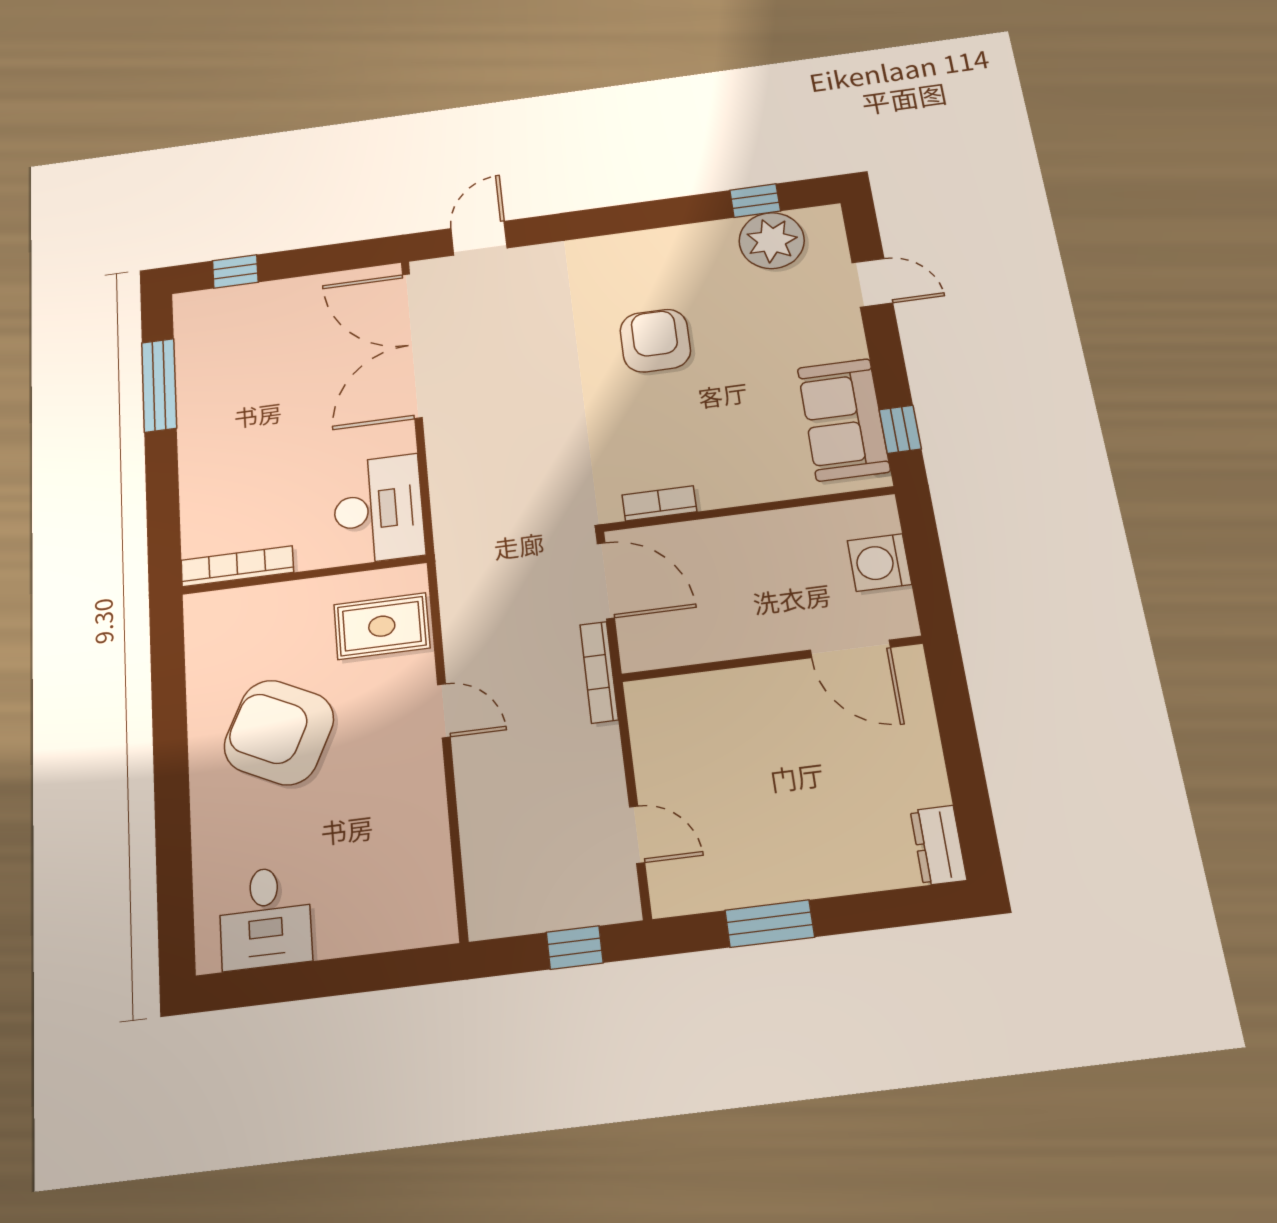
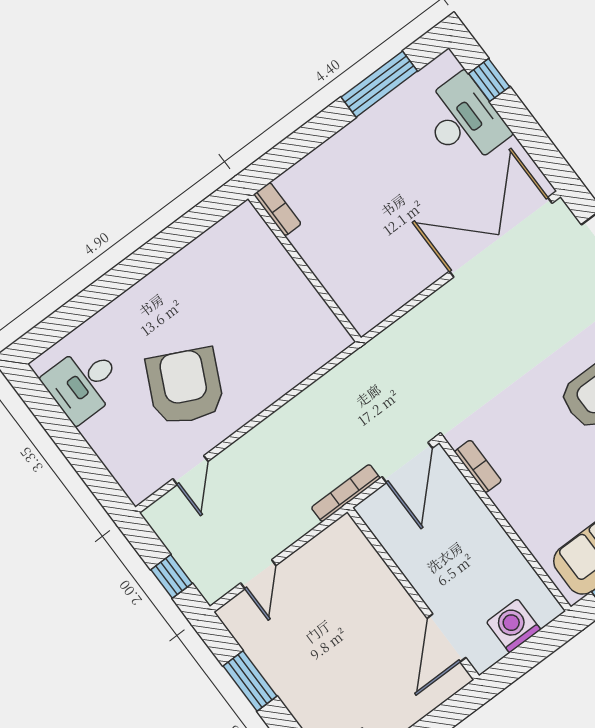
desk: (378, 509) -> (464, 120), moved, turned -90
bookcase: (237, 566) -> (277, 209), width x0.64
rug: (382, 626) -> (299, 339), removed
door: (444, 711) -> (191, 470), moved
armchair: (279, 732) -> (185, 386), moved

